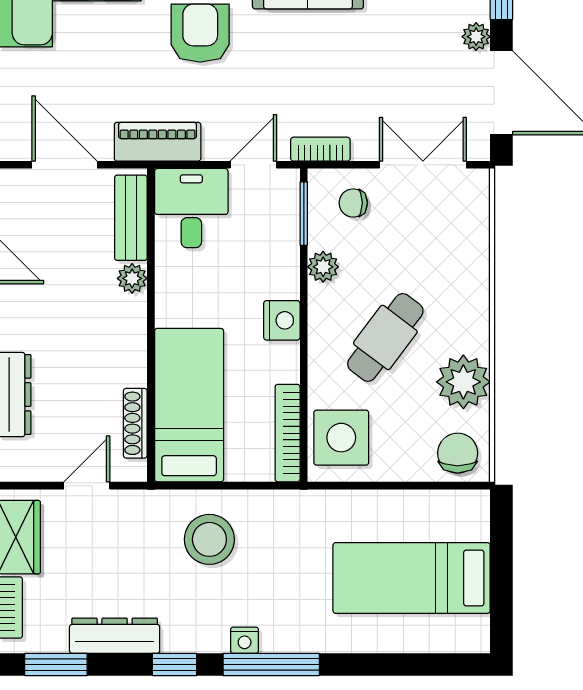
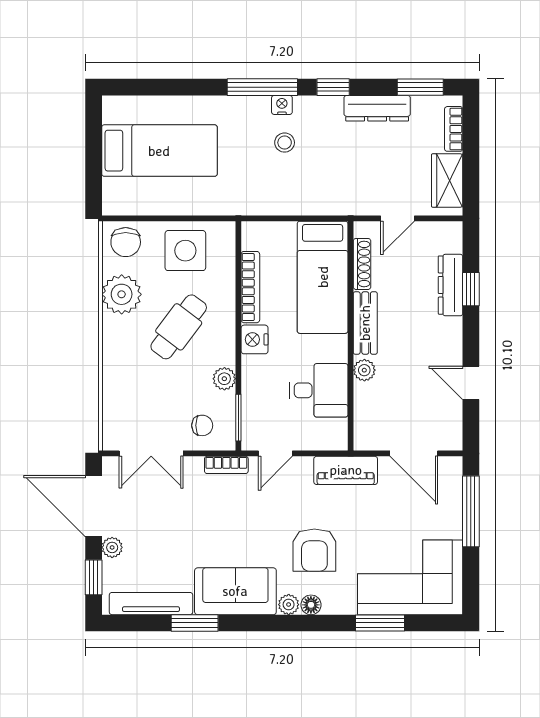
desk: (191, 208) -> (319, 390), moved, turned -90
bench: (131, 218) -> (365, 323), moved
bookcase: (288, 433) -> (250, 287), moved
side table: (341, 438) -> (185, 251), moved
stool: (209, 539) -> (285, 143), moved, width x0.53, depth x0.53

